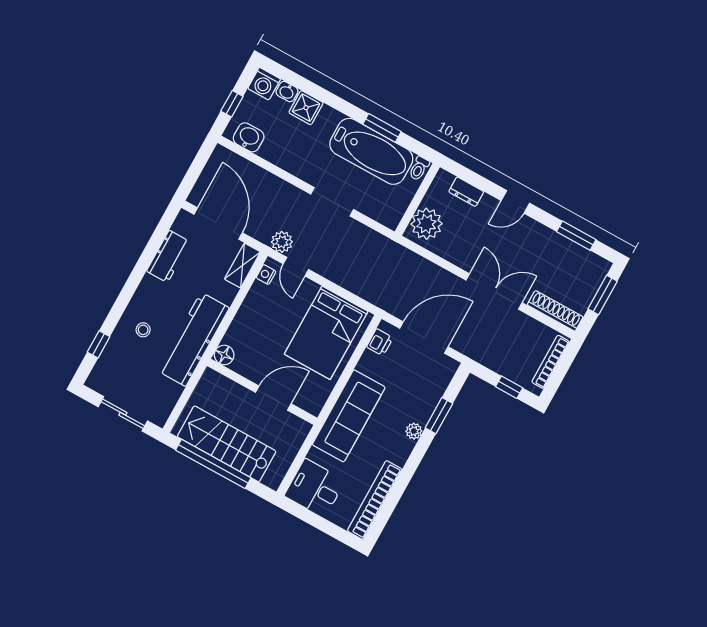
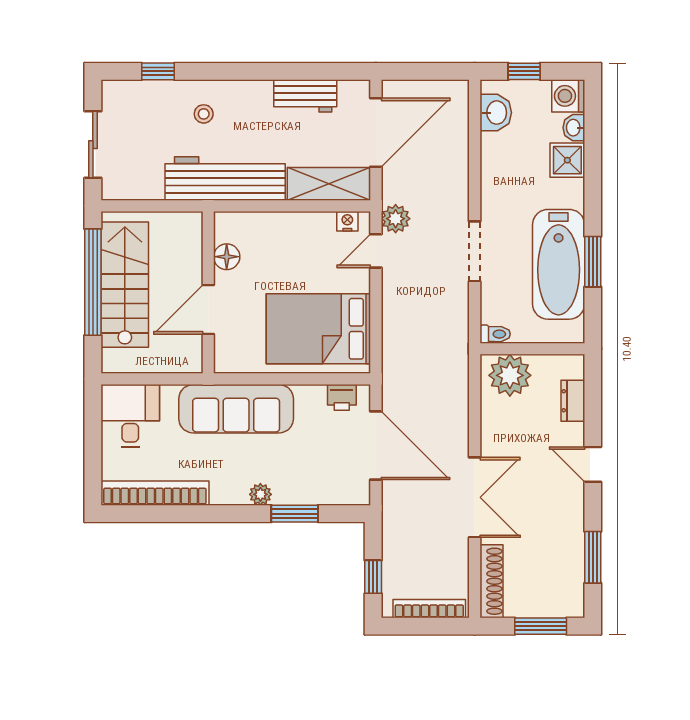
toilet: (419, 168) -> (495, 334), moved, turned 180
shelving: (242, 265) -> (329, 184), width x1.50, depth x1.33
floor lamp: (224, 355) -> (227, 257), moved
door: (273, 398) -> (208, 310), swing flipped

